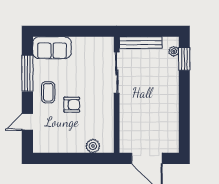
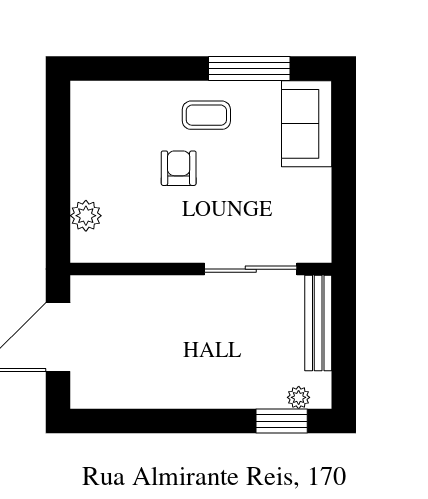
armchair: (72, 105) -> (179, 168), turned 180
door: (27, 122) -> (140, 68), removed

